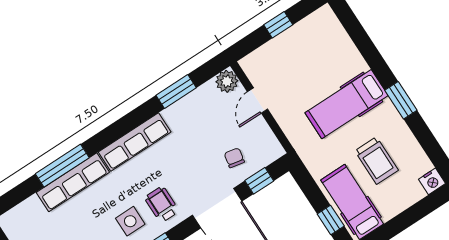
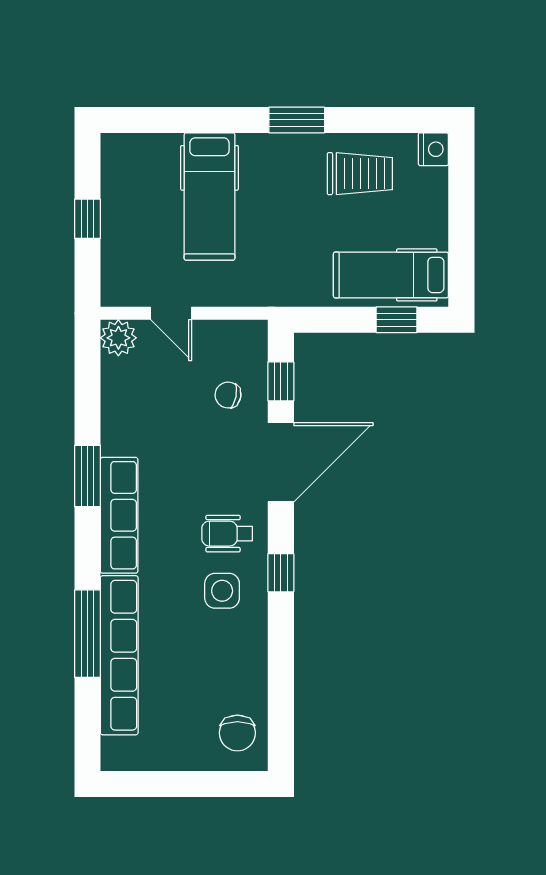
window: (176, 91) -> (87, 476), moved
hospital bed: (347, 104) -> (209, 196), moved
trolley: (376, 161) -> (360, 174), moved
row of seats: (73, 182) -> (119, 655), width x1.36

